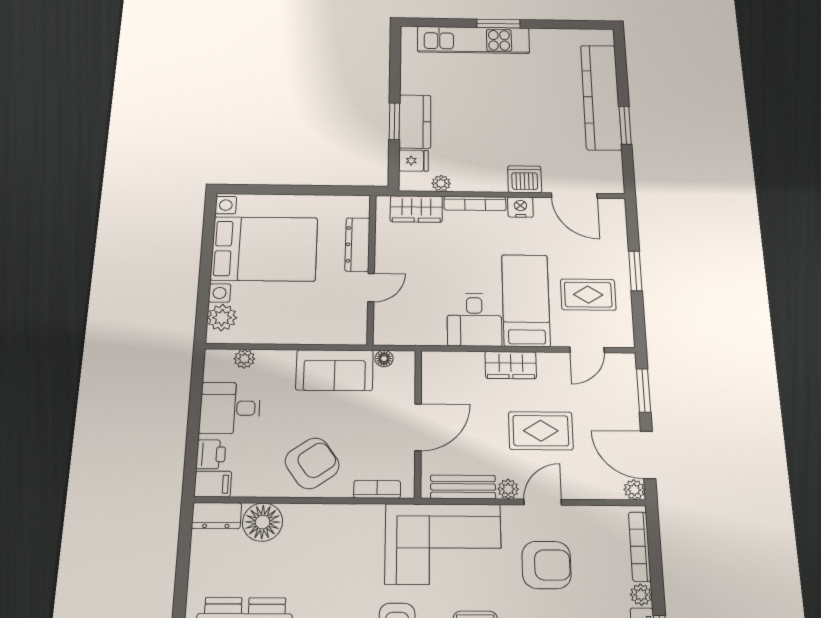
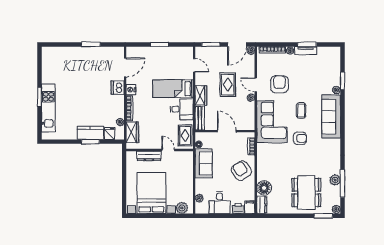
kitchen counter: (601, 97) -> (77, 54), removed
rug: (588, 295) -> (185, 135), moved
bench: (463, 487) -> (200, 118), moved

